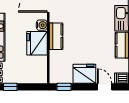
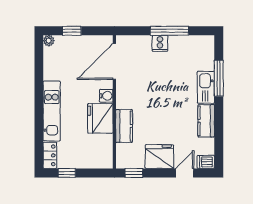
kitchen counter: (56, 36) -> (124, 126), moved
door: (105, 87) -> (185, 173), hinge flipped

